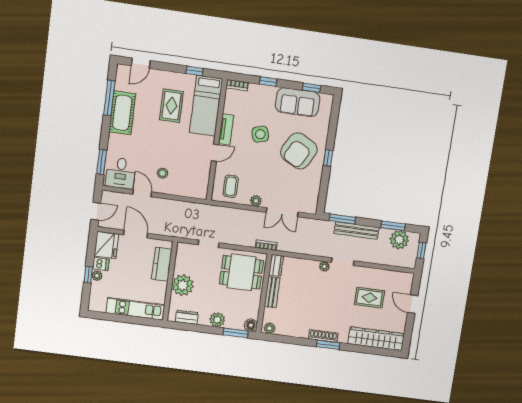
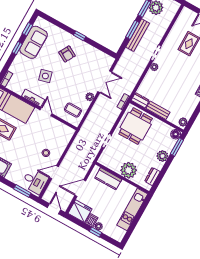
window: (268, 82) -> (17, 48), moved
armchair: (299, 151) -> (67, 54), width x0.53, depth x0.53
window: (342, 219) -> (132, 30), moved

